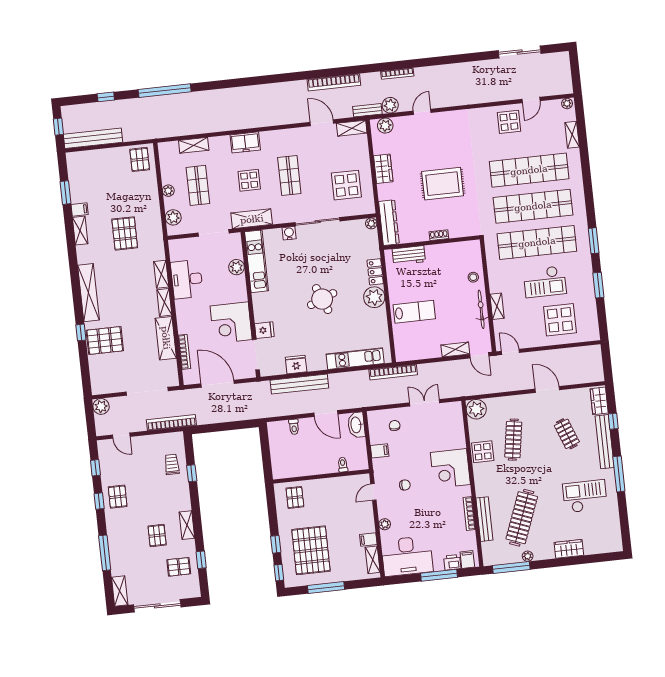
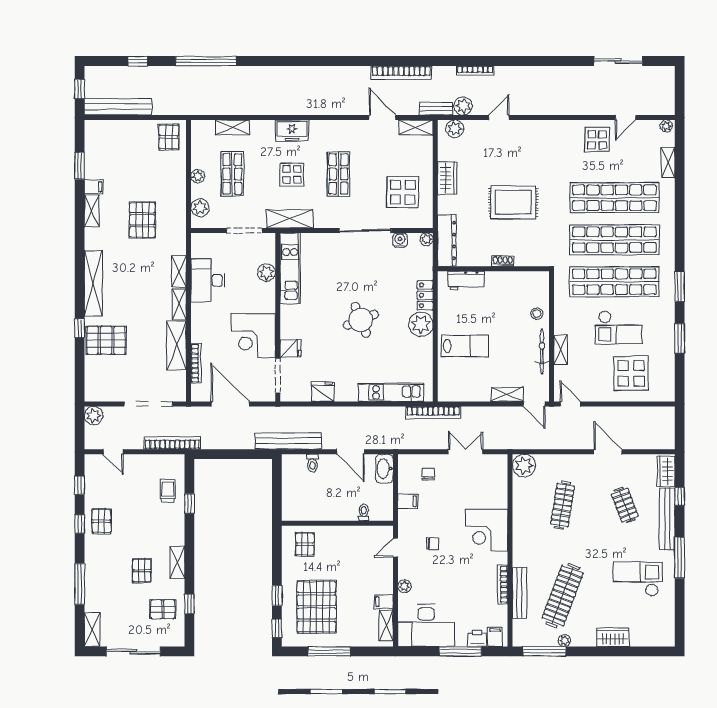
water cooler: (289, 233) -> (400, 240), moved
bench: (299, 384) -> (288, 441), moved
display table: (483, 452) -> (526, 515), removed

